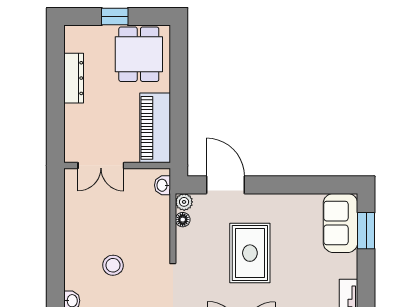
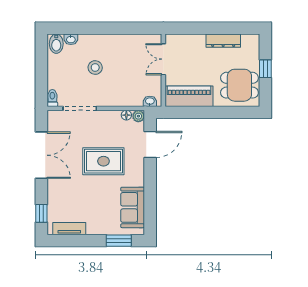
sofa: (340, 223) -> (133, 207), moved, turned -90

